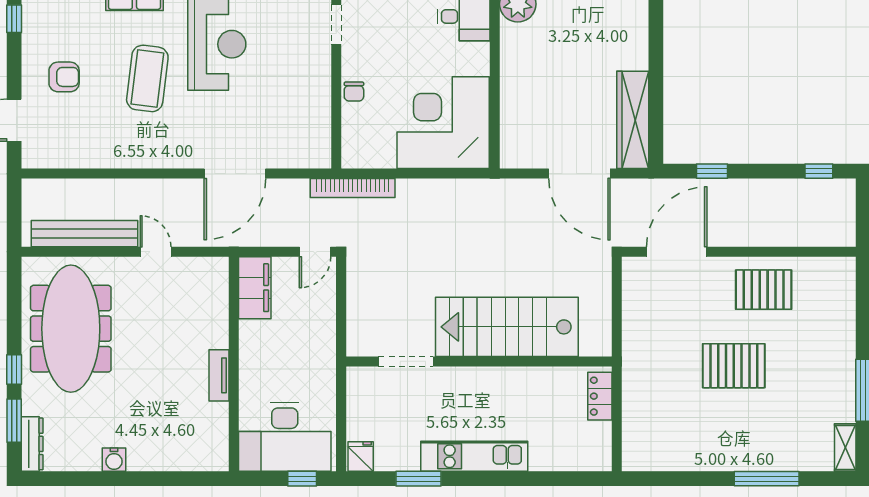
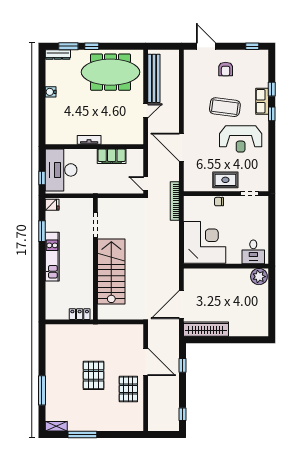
rug: (306, 77) -> (225, 180), added
door: (677, 252) -> (146, 362), moved
filing cabinet: (255, 288) -> (112, 156), moved

